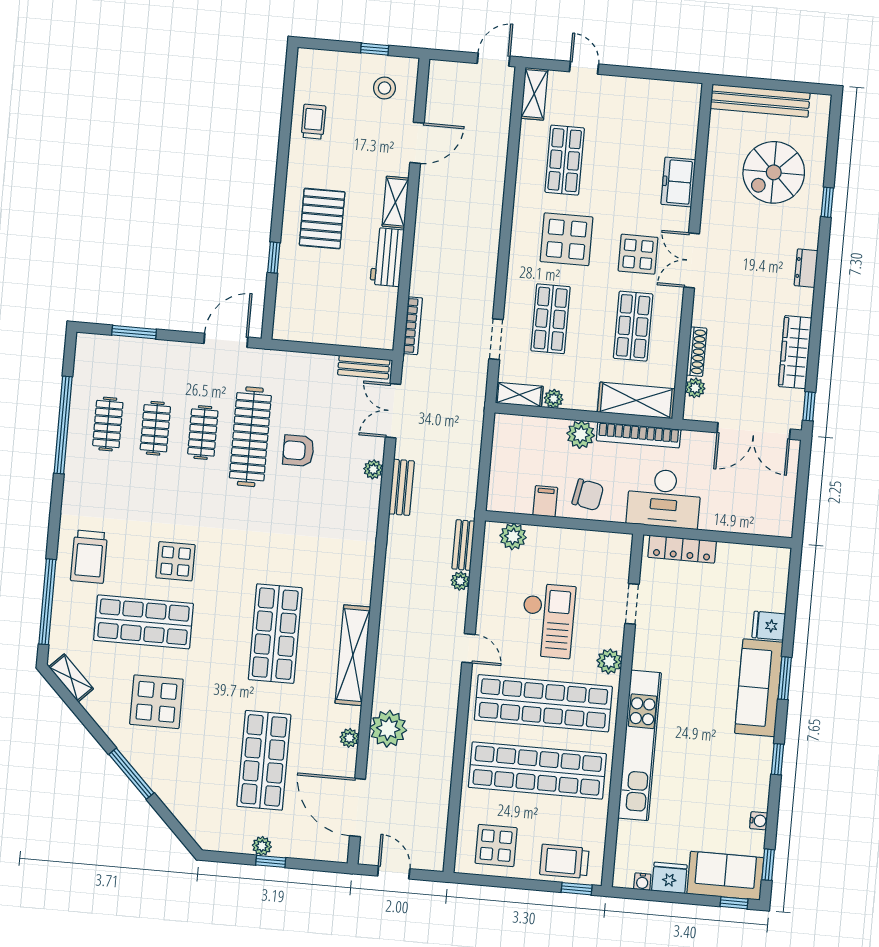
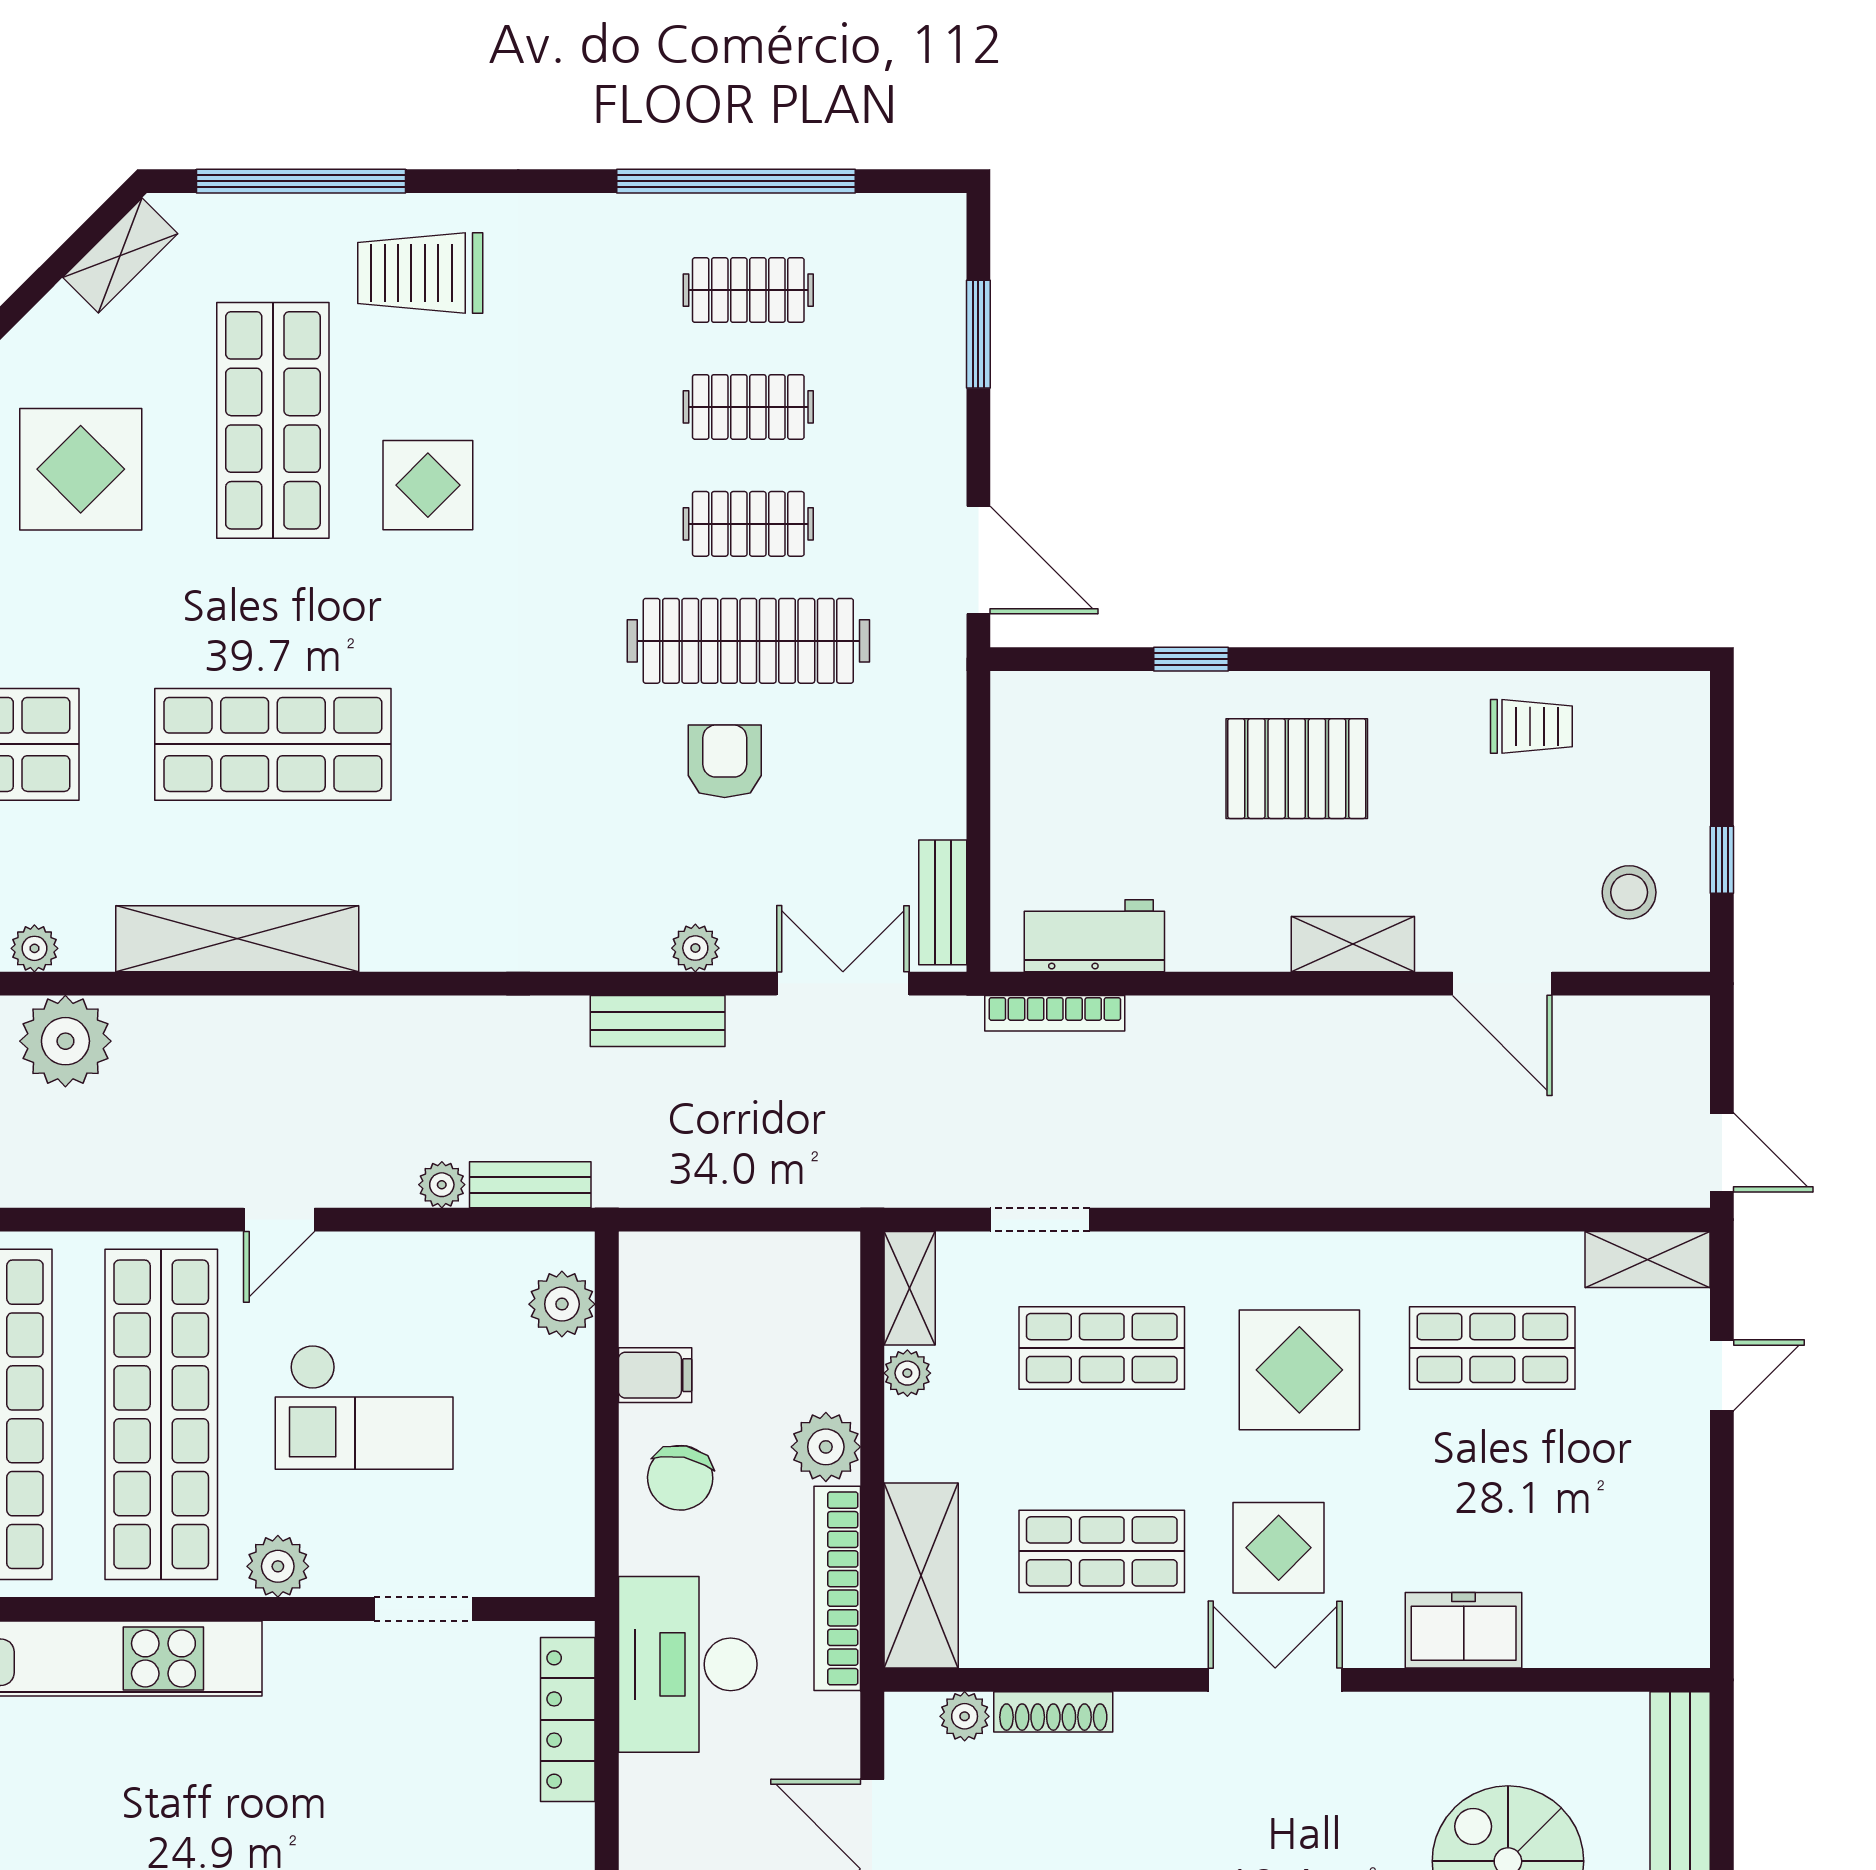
workbench: (387, 257) -> (1094, 936), moved

